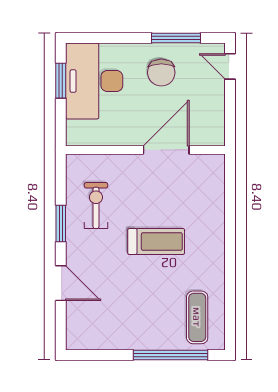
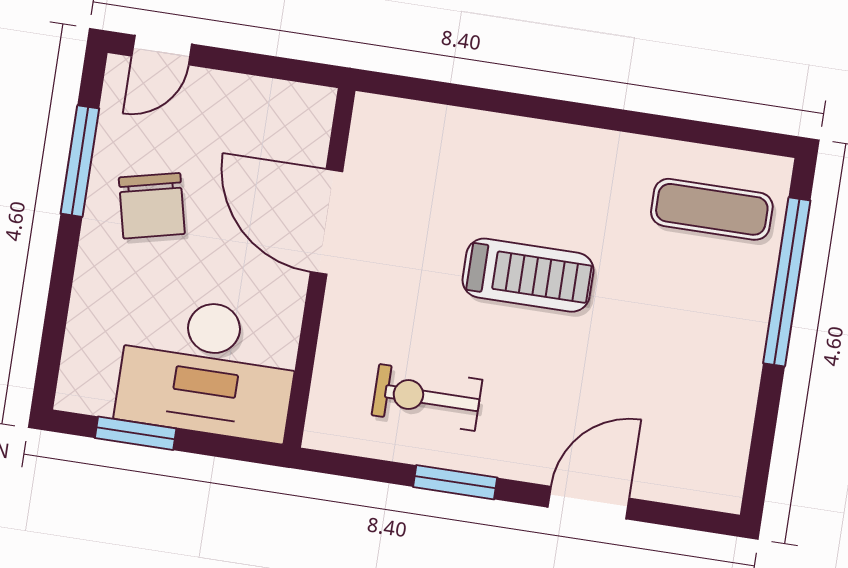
chair: (161, 73) -> (152, 206), turned 77
desk: (94, 81) -> (208, 368), moved
treadmill: (156, 241) -> (528, 275), turned 90

